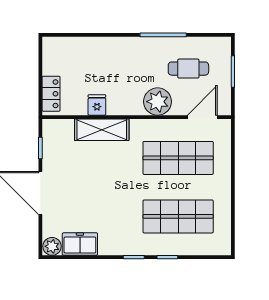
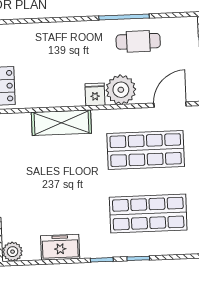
cafe table: (188, 69) -> (138, 41), moved
fridge: (97, 105) -> (95, 94), moved
freezer: (80, 244) -> (60, 247), moved

